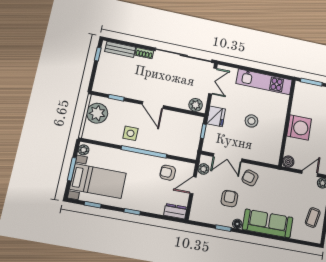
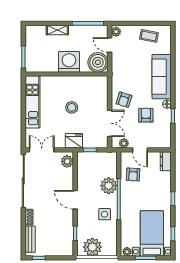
door: (153, 105) -> (75, 200), swing flipped
plant: (161, 144) -> (109, 186), added
boiler: (288, 162) -> (98, 62), width x1.86, depth x1.86
armchair: (229, 199) -> (146, 115), turned 90

